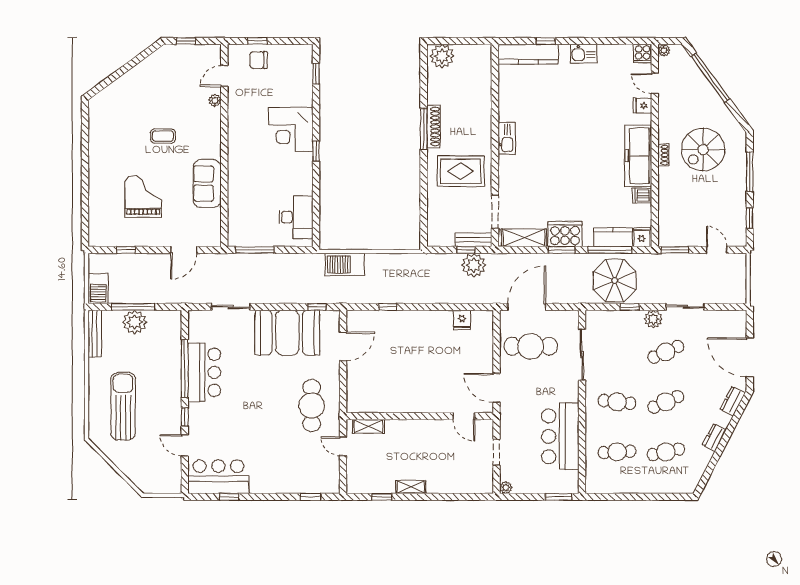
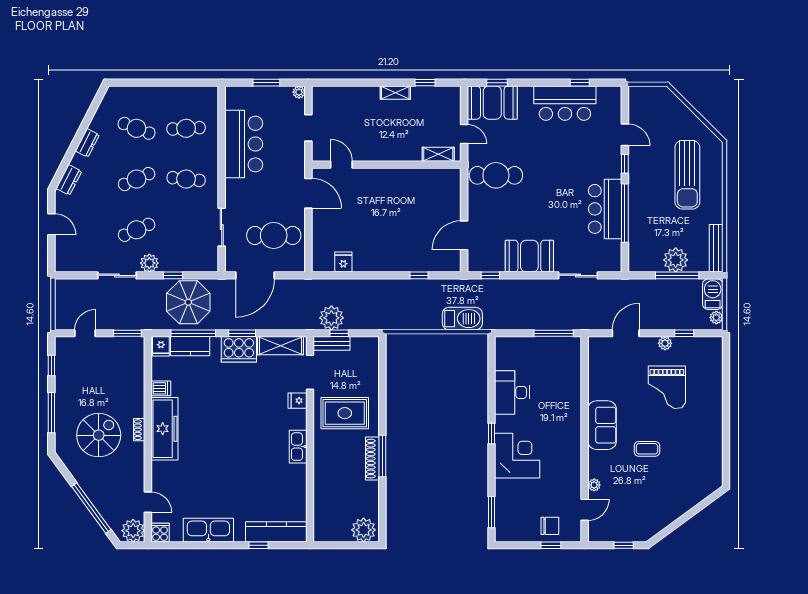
plant: (664, 50) -> (133, 531), width x1.87, depth x1.87
kitchen sink: (584, 54) -> (208, 530), width x1.88, depth x1.24
window: (316, 74) -> (492, 512), width x1.50
fridge: (642, 105) -> (298, 401), moved, turned 180
sofa: (207, 184) -> (602, 425), moved
desk: (296, 217) -> (512, 392), moved
plant: (145, 240) -> (665, 343), added
door: (717, 250) -> (85, 333), swing flipped
plant: (95, 265) -> (716, 317), added
door: (527, 307) -> (255, 275), moved
booth: (287, 333) -> (529, 256), width x0.73, depth x0.70
sliding door: (582, 355) -> (222, 227), width x0.73
door: (750, 357) -> (51, 224), width x0.53
cafe table: (312, 406) -> (496, 175), turned 90
cafe table: (666, 452) -> (137, 128), turned 33
bar counter: (218, 477) -> (565, 103), moved
booth: (315, 477) -> (492, 103), added
window: (559, 497) -> (266, 83), moved

